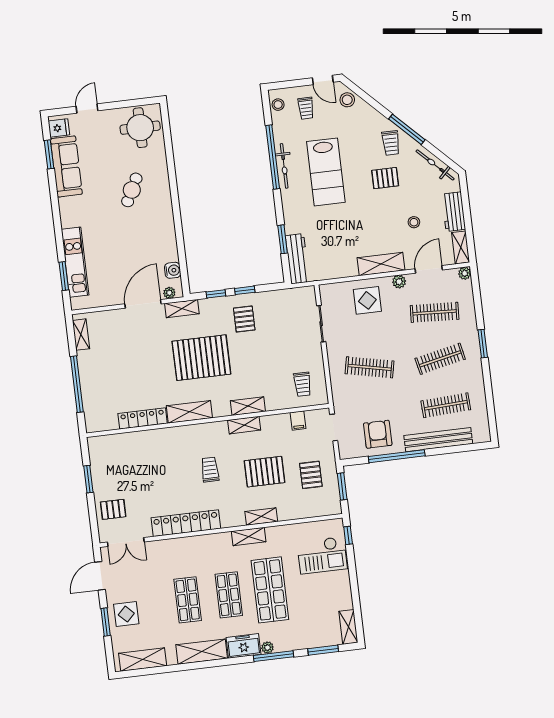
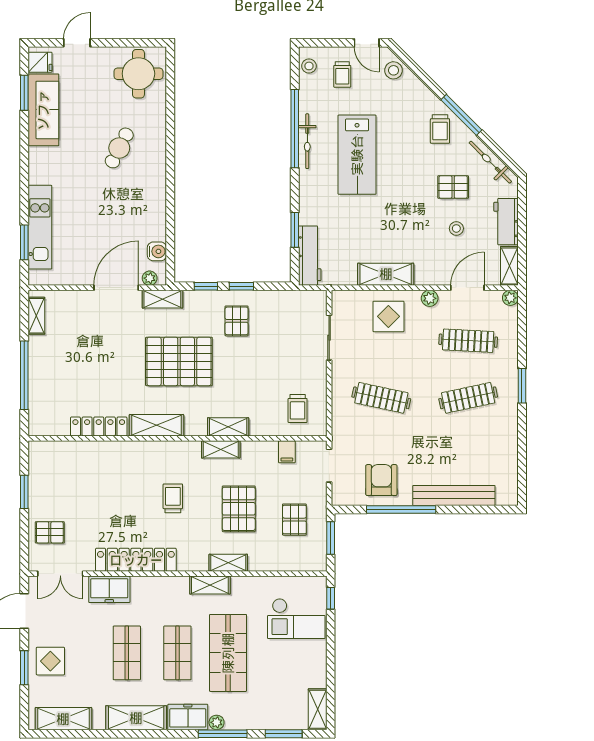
pallet: (385, 178) -> (453, 187), moved
shelving: (381, 264) -> (386, 274), moved
clothes rail: (446, 405) -> (468, 455), removed
pallet: (264, 472) -> (239, 509), turned 90
freezer: (167, 550) -> (109, 589), added

